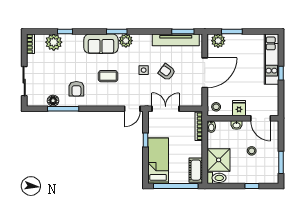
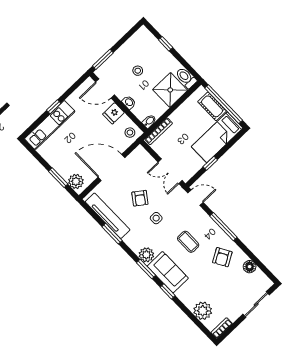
window: (65, 31) -> (168, 291), moved
window: (183, 31) -> (112, 234), moved
armchair: (76, 89) -> (222, 257), turned 150
window: (63, 109) -> (223, 227), moved
door: (261, 118) -> (105, 88), swing flipped
window: (281, 162) -> (103, 59), moved
cot: (196, 170) -> (212, 106), moved, turned 90

